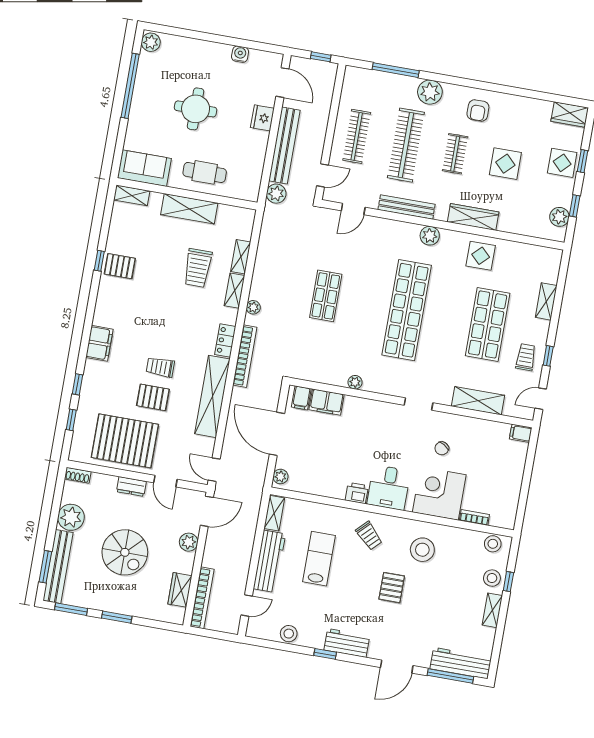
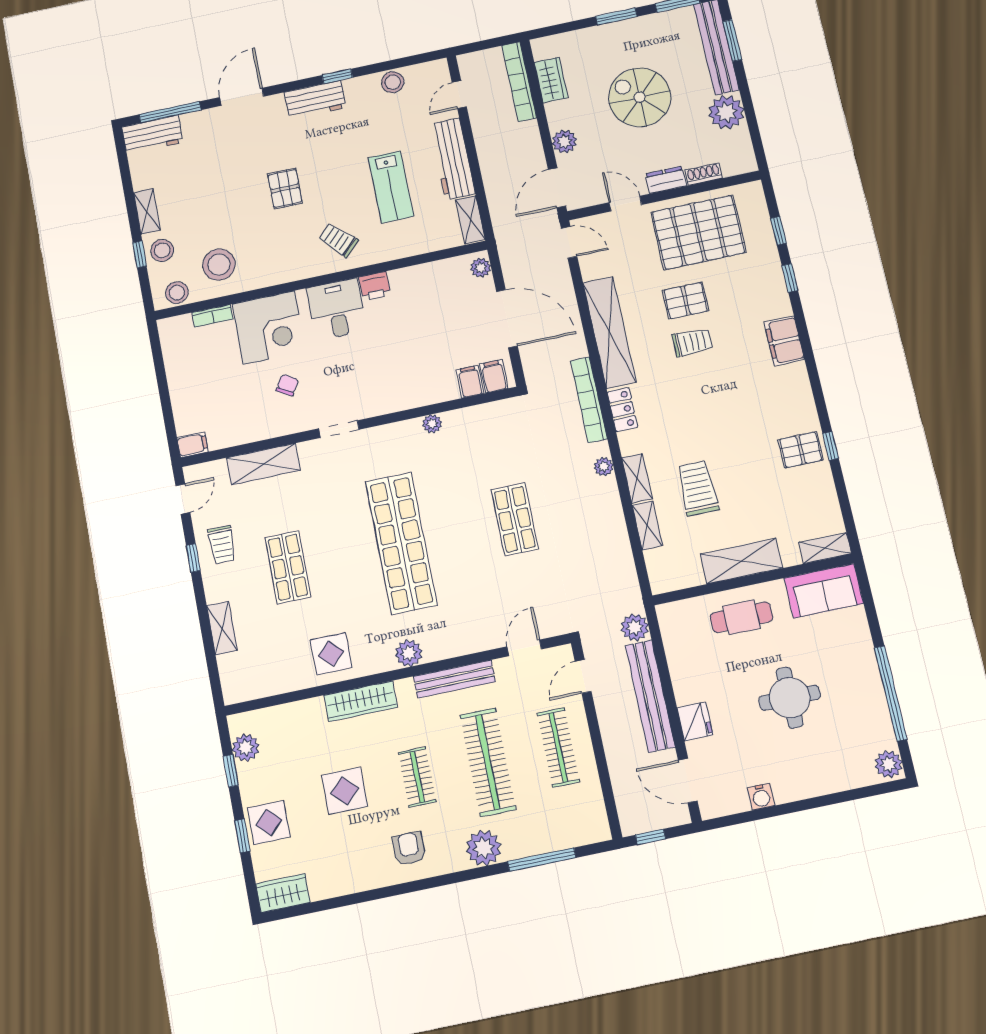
shop shelf: (488, 324) -> (288, 567), width x0.70, depth x0.74
filing cabinet: (327, 402) -> (470, 382), width x0.50
shoe rack: (78, 475) -> (704, 174), moved
stool: (422, 550) -> (219, 265), moved
workbench: (461, 663) -> (152, 135), width x0.73

